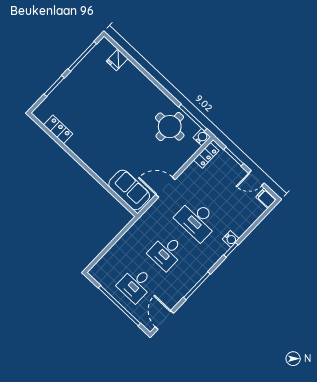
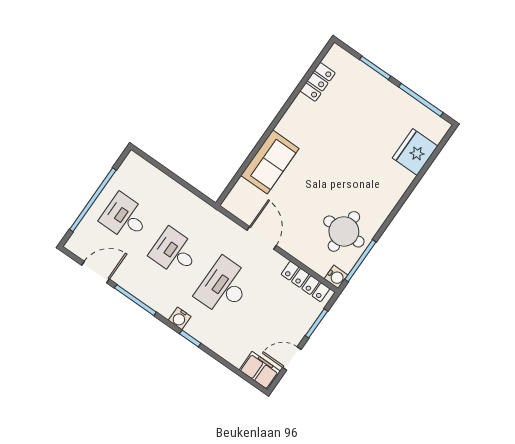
fridge: (117, 60) -> (415, 152), width x1.88, depth x1.34
locker: (206, 155) -> (305, 281), width x1.53
door: (256, 178) -> (292, 358), hinge flipped
sofa: (129, 190) -> (270, 162), moved
filing cabinet: (266, 198) -> (260, 370), width x2.00
water cooler: (231, 239) -> (180, 318), moved
door: (164, 320) -> (95, 272), moved

